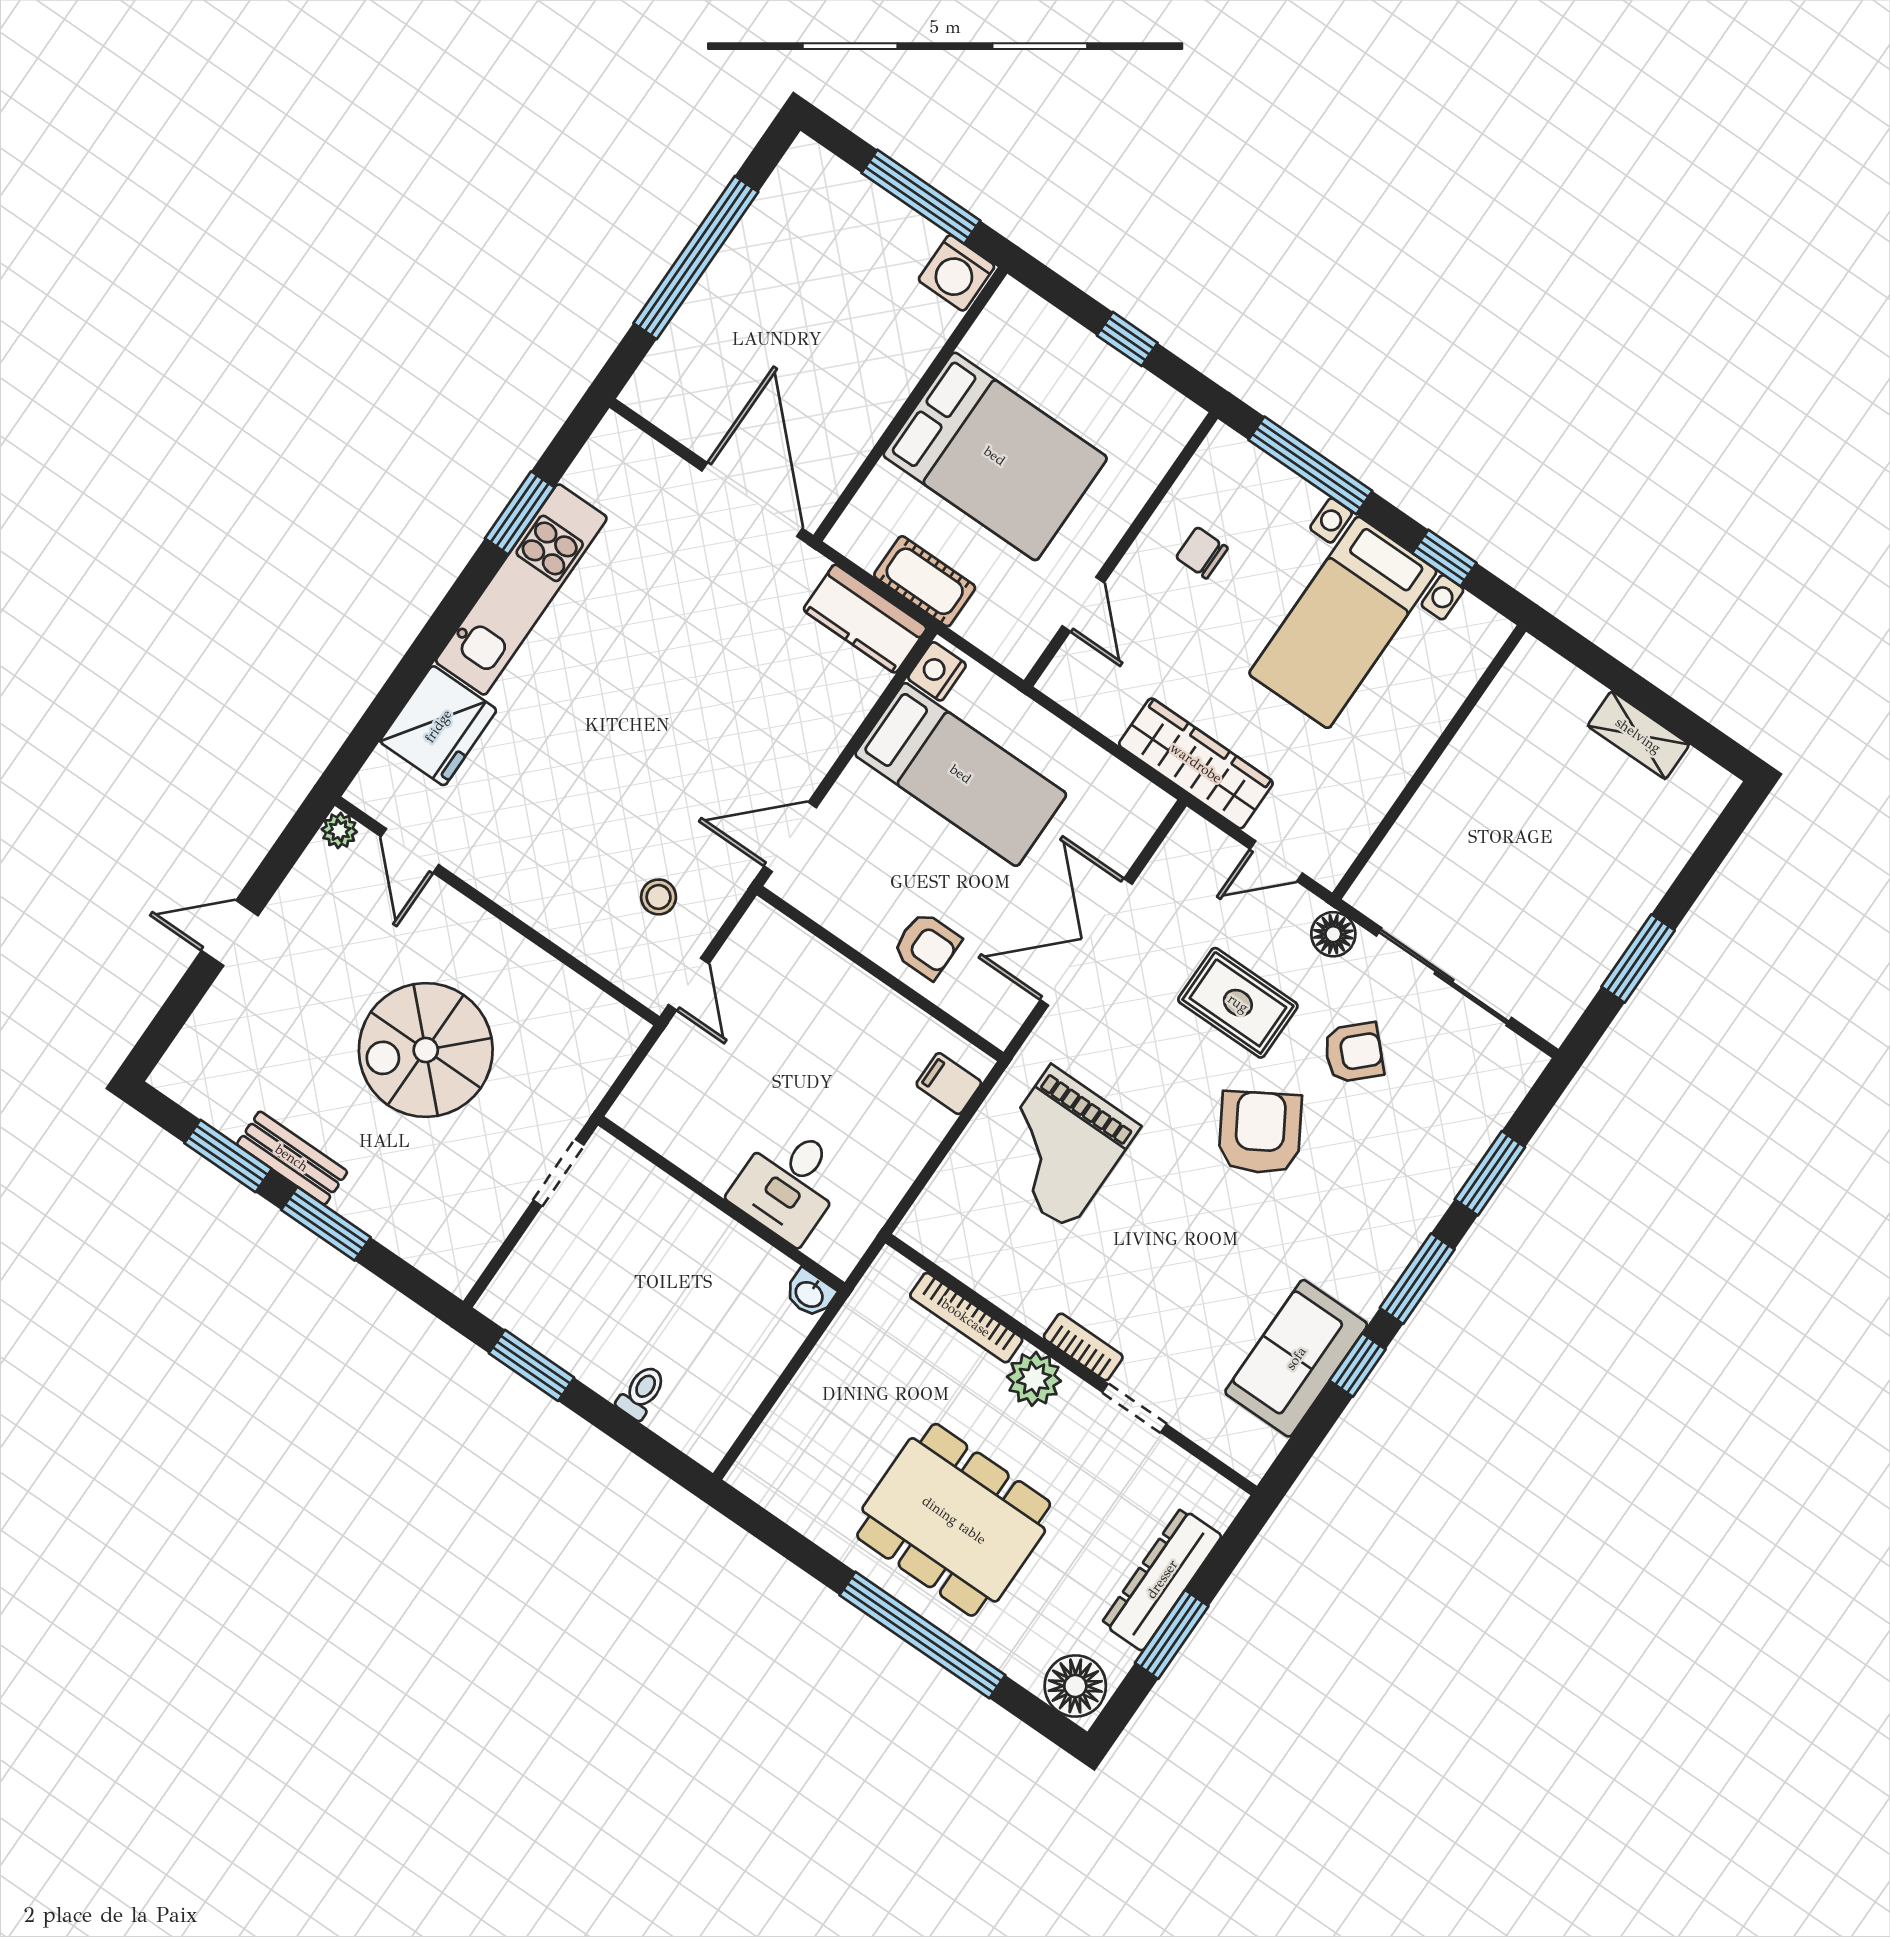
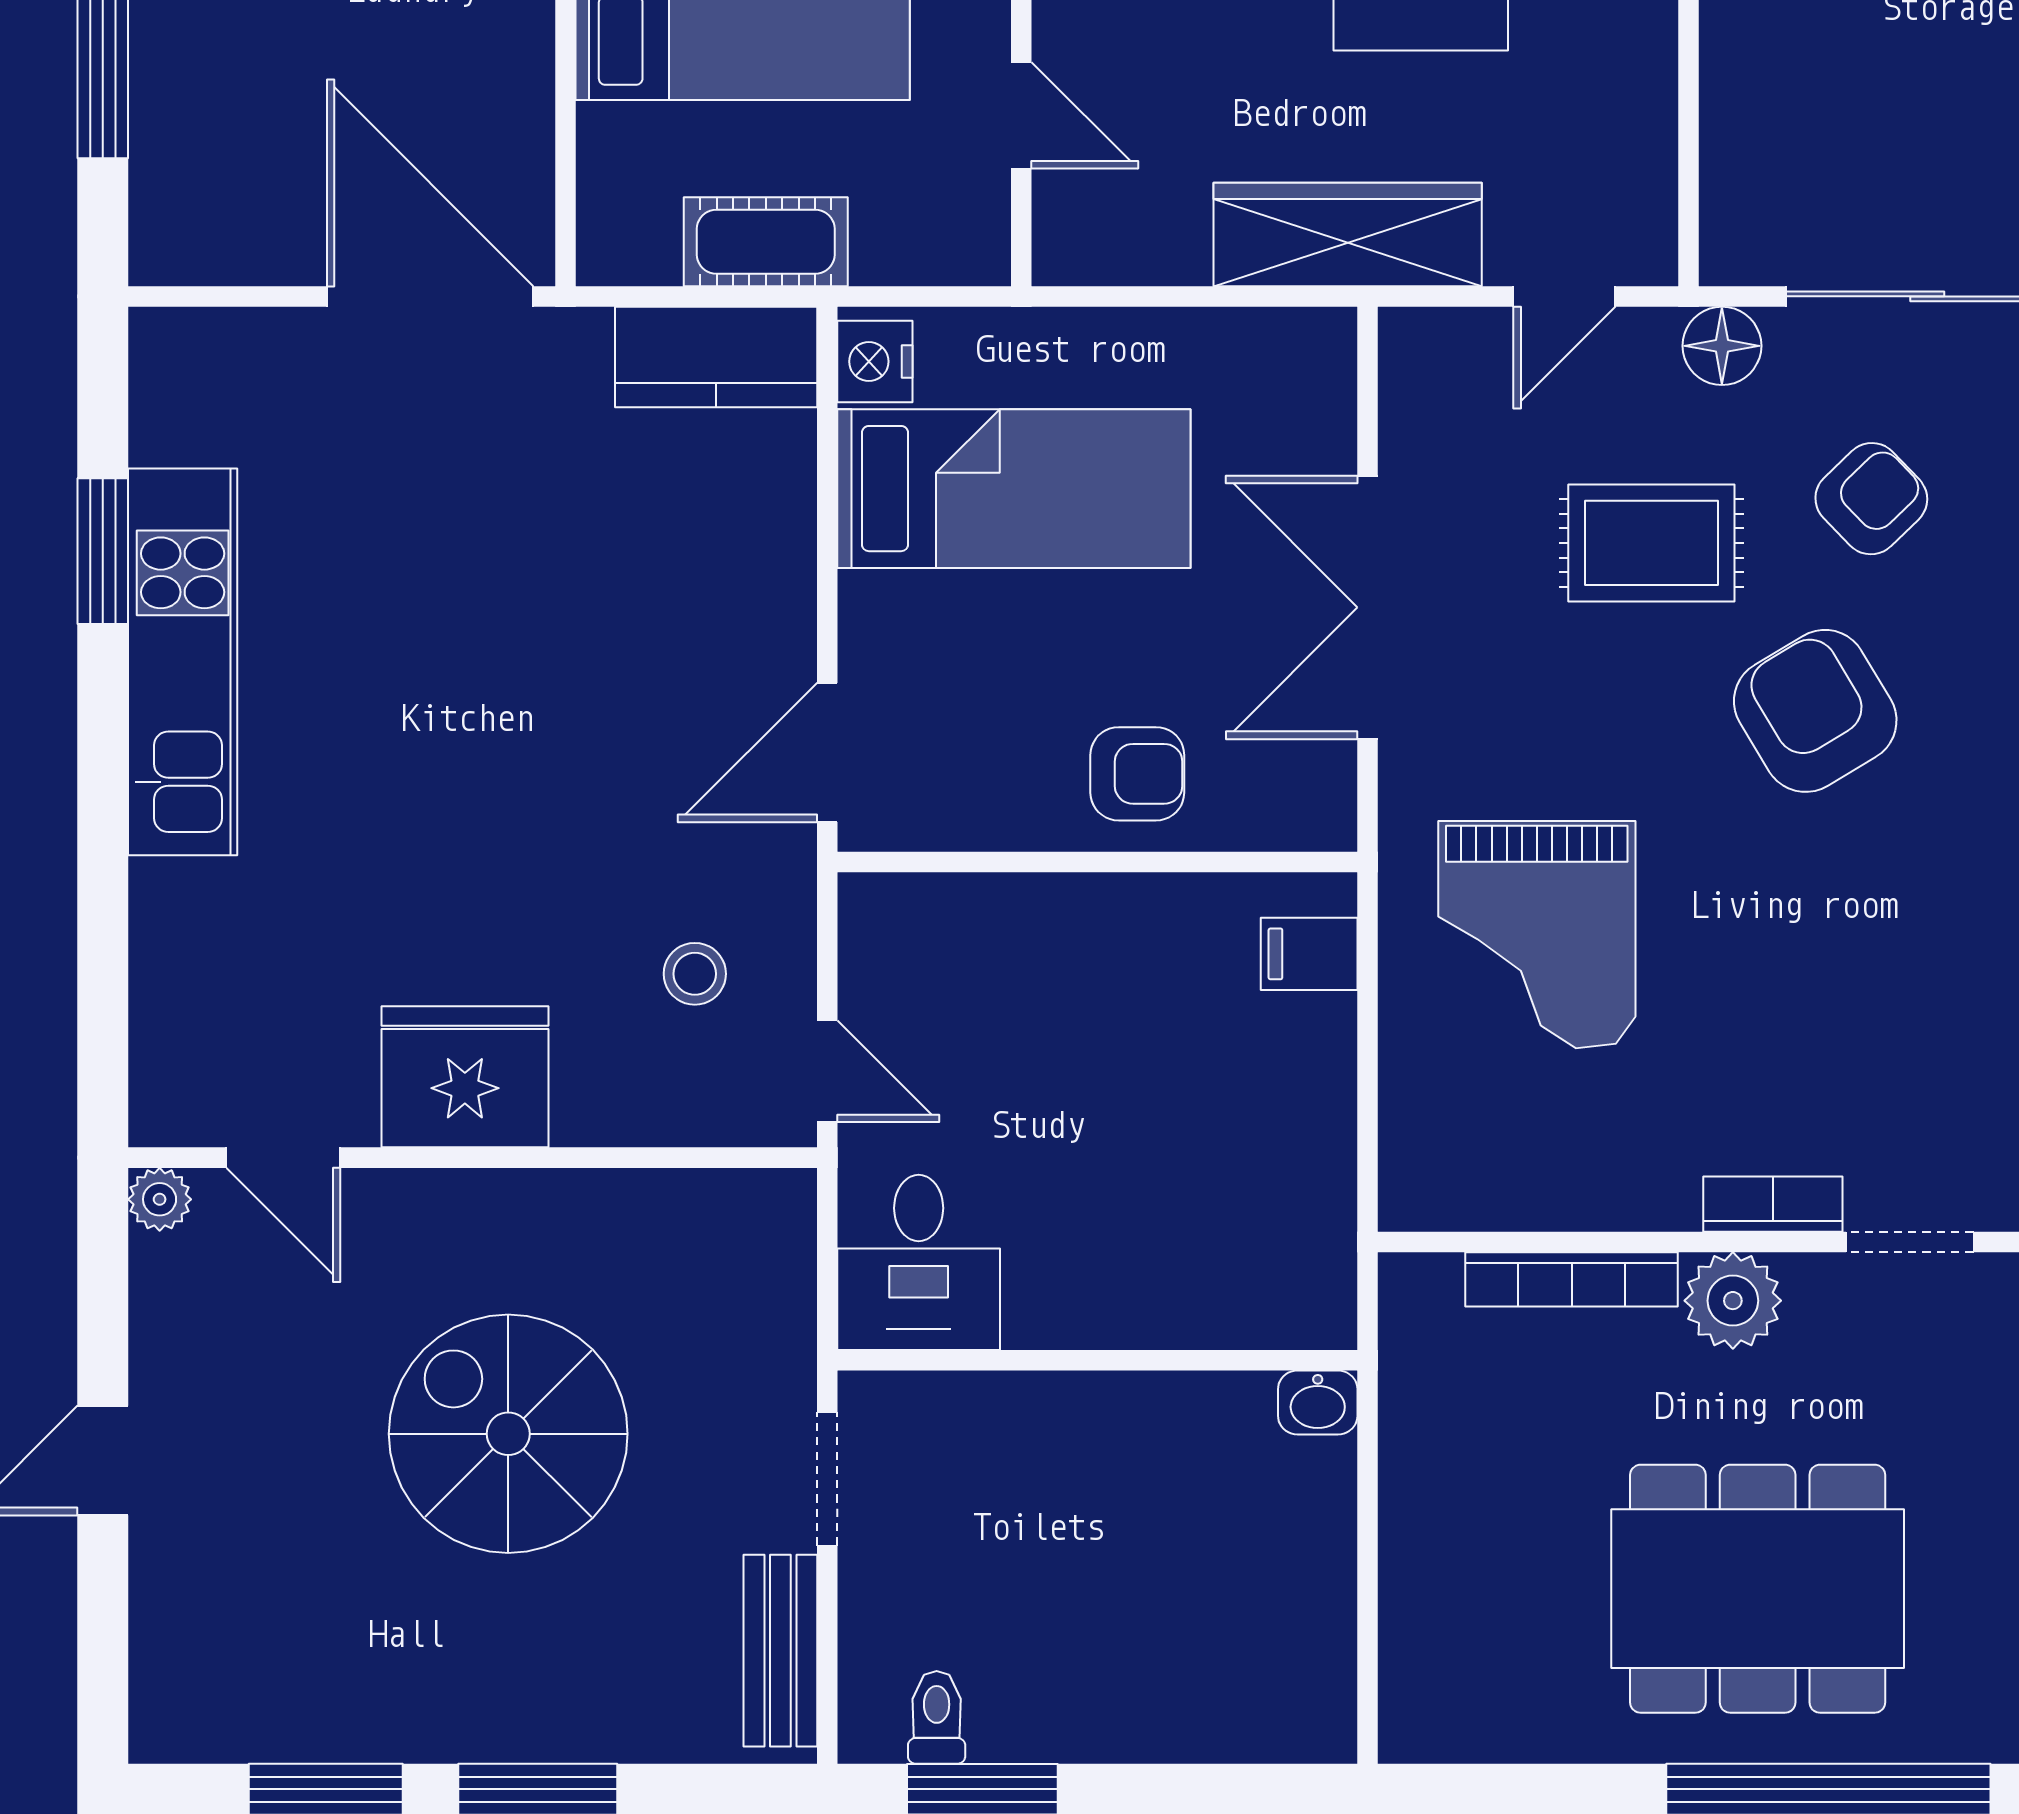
fridge: (438, 726) -> (465, 1077), moved, turned -90
spiral stairs: (426, 1050) -> (508, 1434), turned 90
bench: (292, 1158) -> (780, 1651), moved, turned 90
desk: (789, 1184) -> (919, 1262), moved
toilet: (641, 1392) -> (937, 1717), moved

